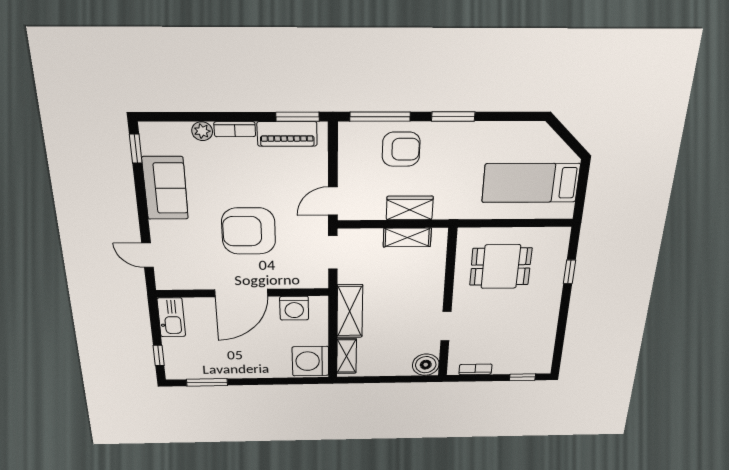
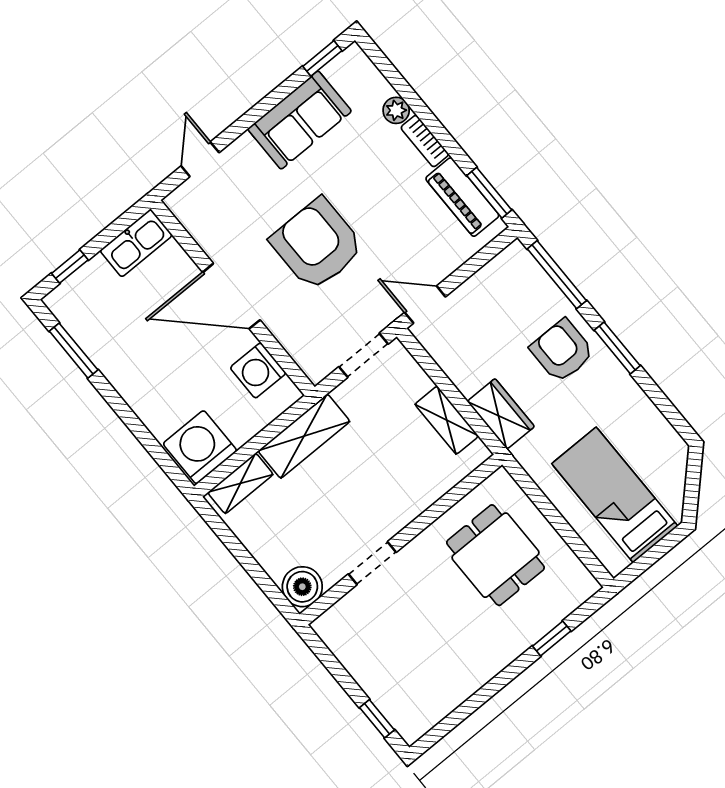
armchair: (401, 149) -> (562, 351), moved, turned 180
wardrobe: (410, 208) -> (501, 414), moved
bookcase: (475, 369) -> (343, 652), removed

